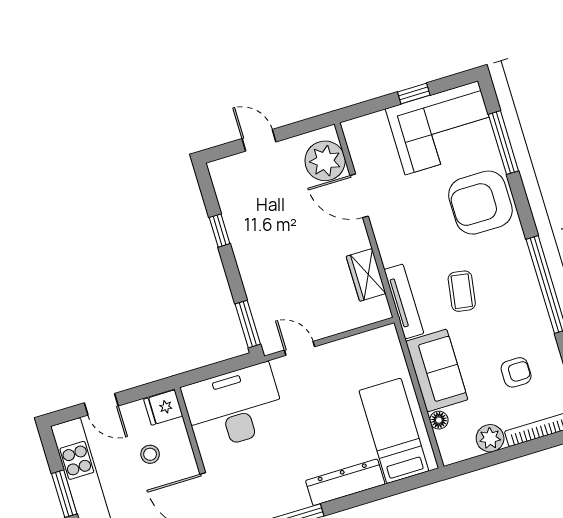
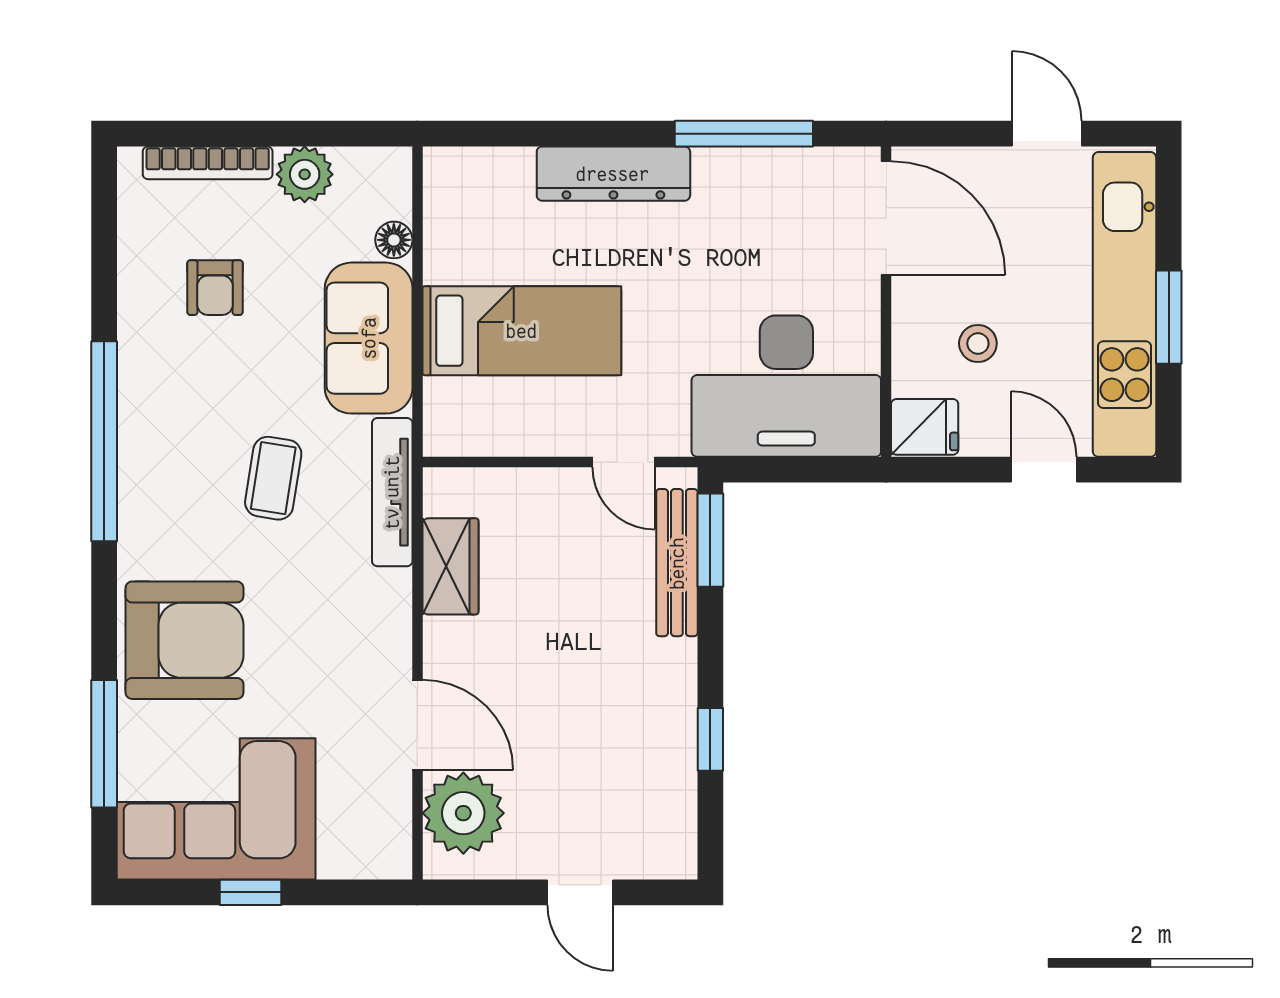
bench: (260, 309) -> (677, 563), added
armchair: (516, 372) -> (215, 288), turned -90
bed: (394, 431) -> (522, 331), moved, turned -90

